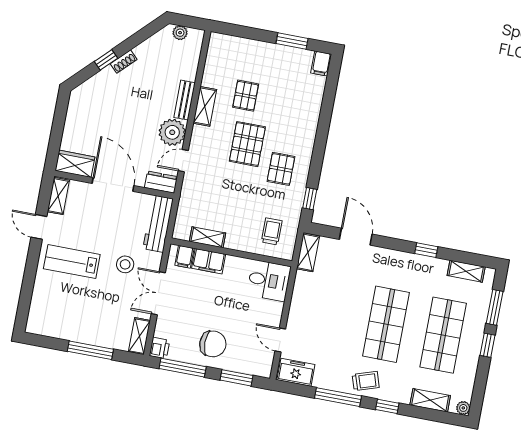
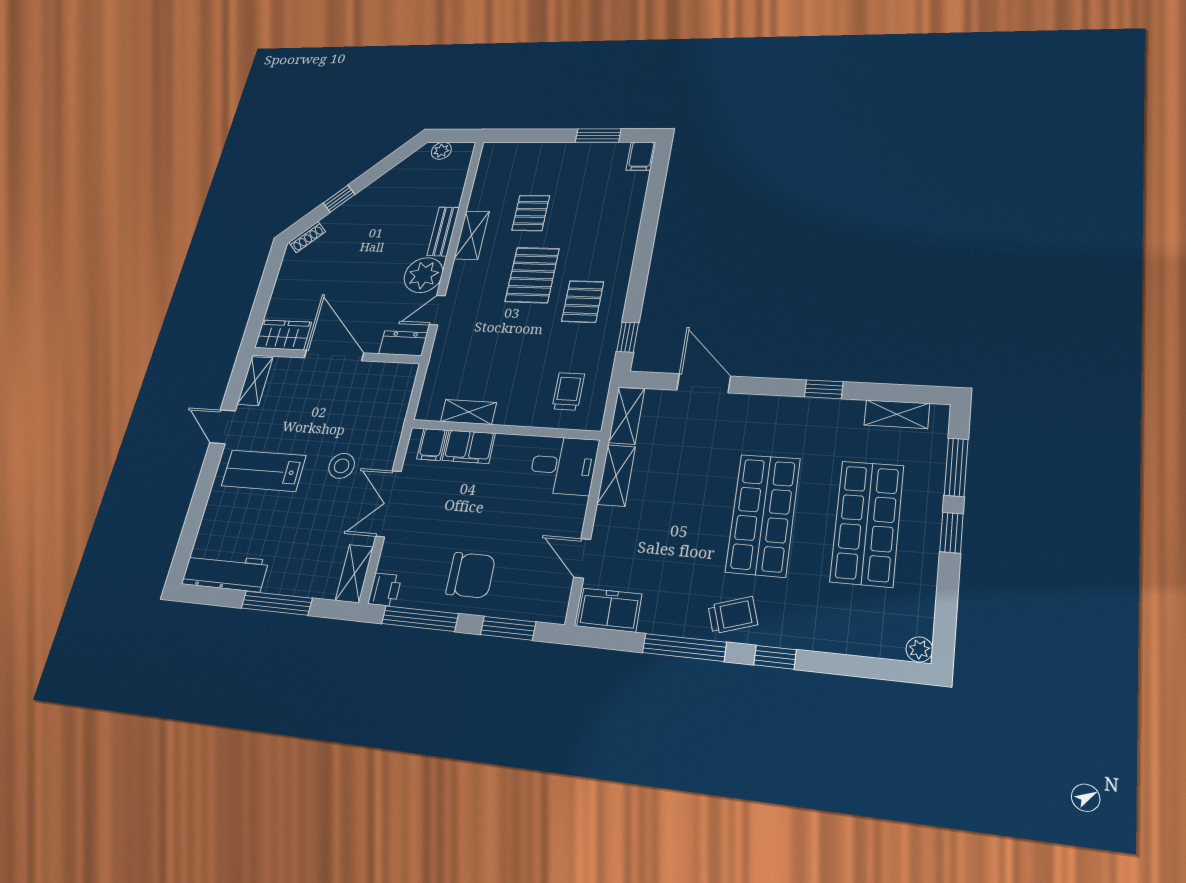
shoe rack: (124, 62) -> (307, 237), moved
workbench: (158, 224) -> (225, 572), moved, turned 90
shelving: (430, 400) -> (616, 475), moved, turned 90

